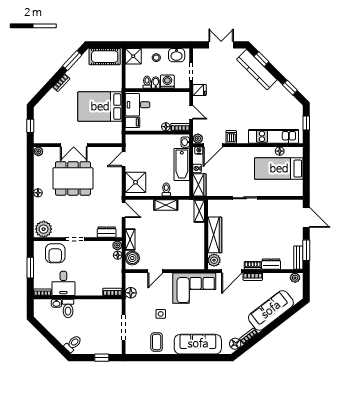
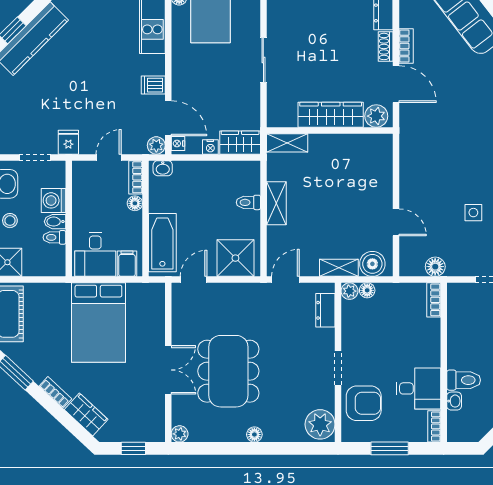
wardrobe: (49, 100) -> (86, 414), added
door: (124, 159) -> (194, 280), swing flipped
bathtub: (182, 164) -> (162, 243), moved, turned -90
corner sofa: (194, 288) -> (427, 152), removed

